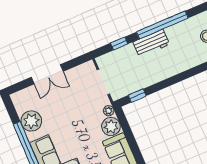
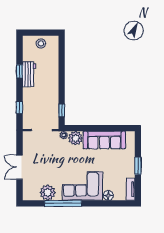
window: (162, 25) -> (20, 71), width x0.32
workbench: (151, 43) -> (29, 74), moved
double door: (47, 74) -> (20, 167), swing flipped

